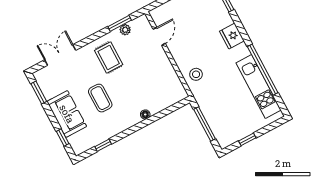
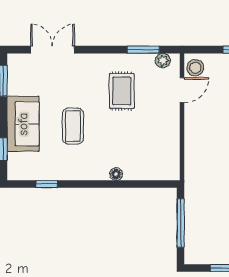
plant: (125, 30) -> (163, 61), moved
rug: (109, 57) -> (122, 91), moved
stool: (196, 74) -> (195, 68), moved

